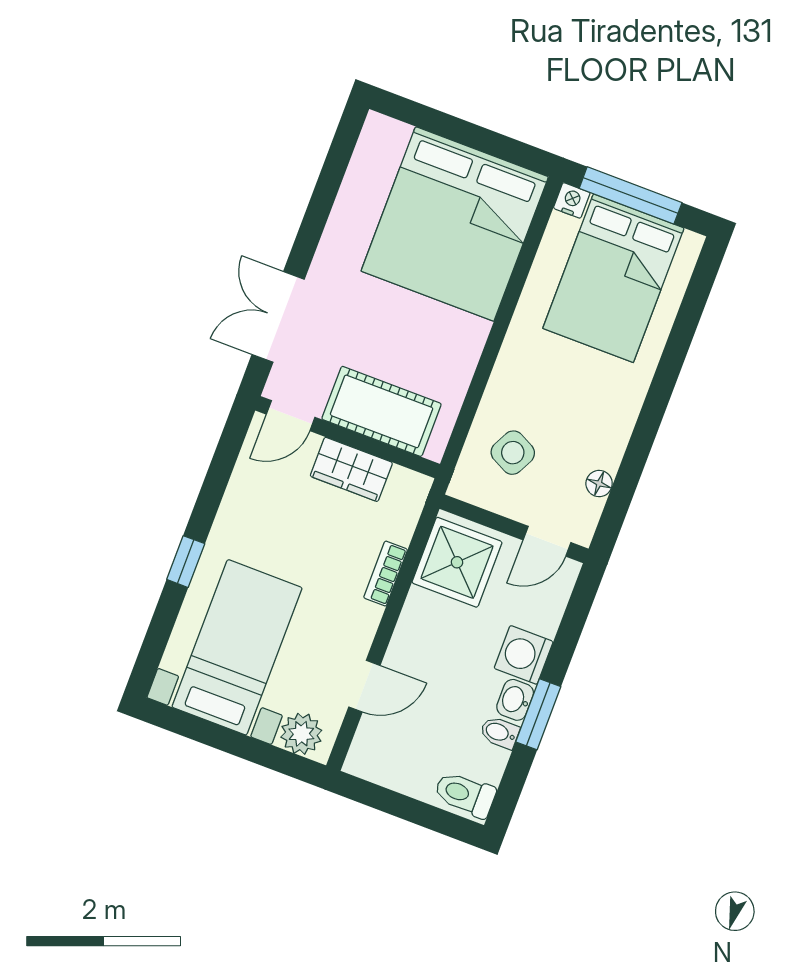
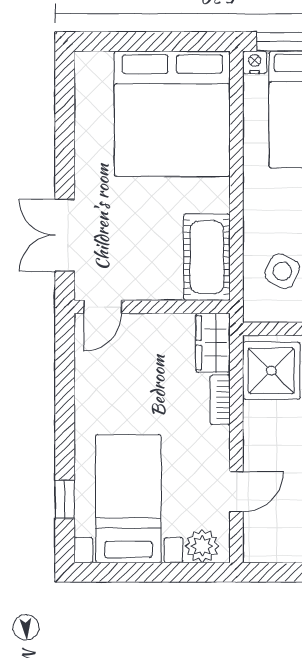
cot: (382, 411) -> (207, 257), moved, turned 90
wardrobe: (351, 469) -> (213, 343), moved, turned 90
window: (186, 562) -> (65, 499), moved

